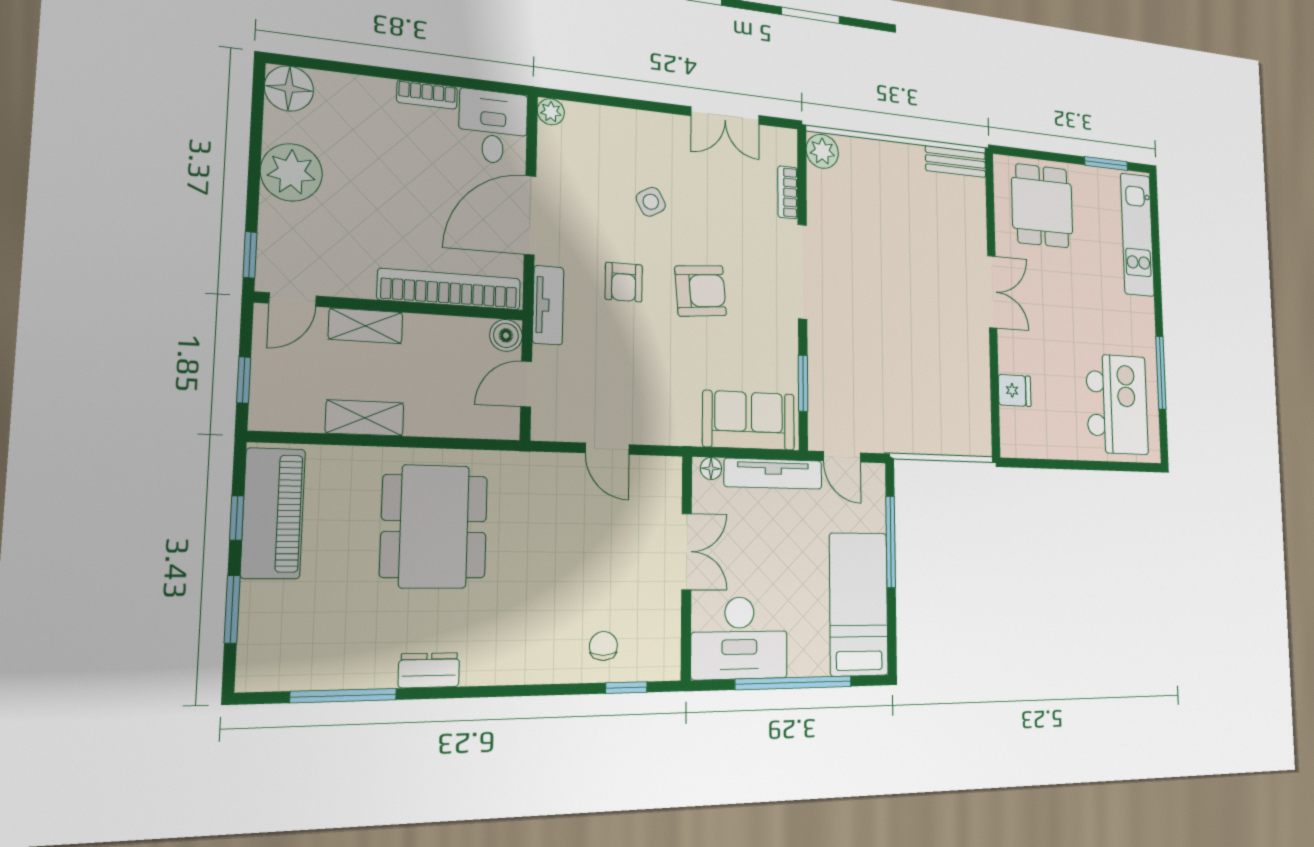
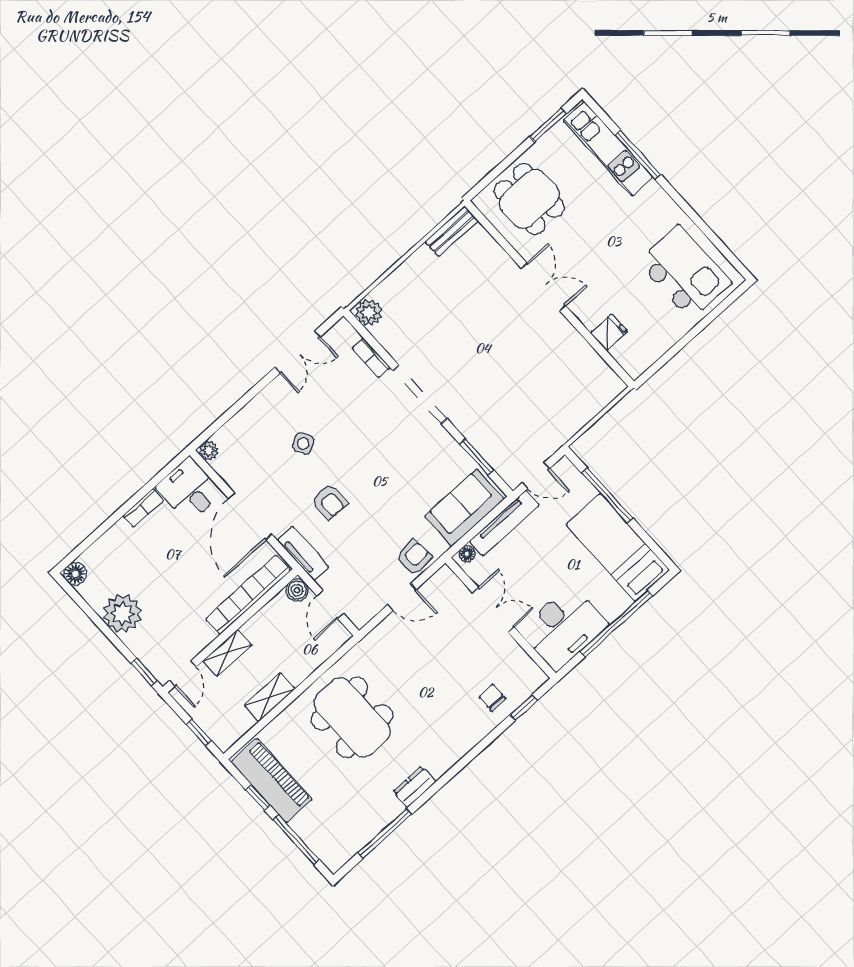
floor lamp: (289, 88) -> (75, 574), width x0.73, depth x0.73
armchair: (701, 291) -> (414, 557), moved, width x0.72, depth x0.72
window: (1161, 373) -> (638, 155), moved
window: (232, 609) -> (296, 840), width x1.44

